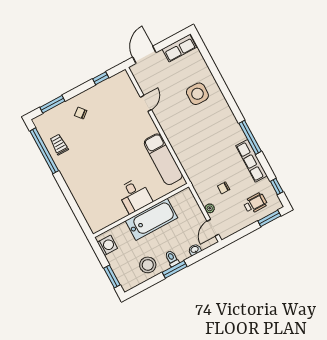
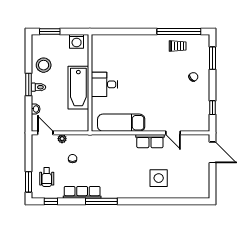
row of seats: (179, 48) -> (150, 141), moved, turned -90

